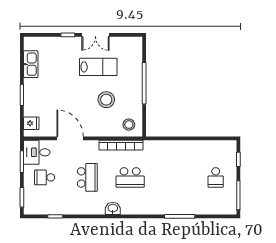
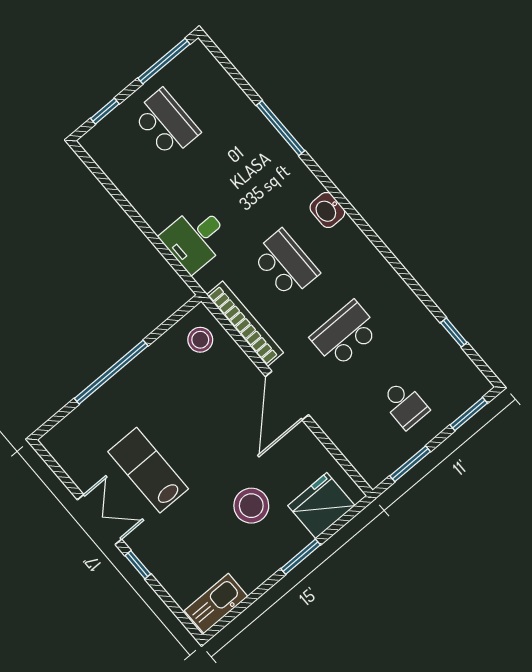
kitchen sink: (31, 64) -> (216, 603), moved
stool: (106, 100) -> (251, 506), moved
fridge: (31, 123) -> (321, 506), width x1.88, depth x1.34
door: (70, 138) -> (287, 396), moved
desk: (37, 152) -> (195, 238), moved, turned 90
school desk: (216, 177) -> (166, 123), width x1.85
washbasin: (113, 208) -> (327, 210), moved

